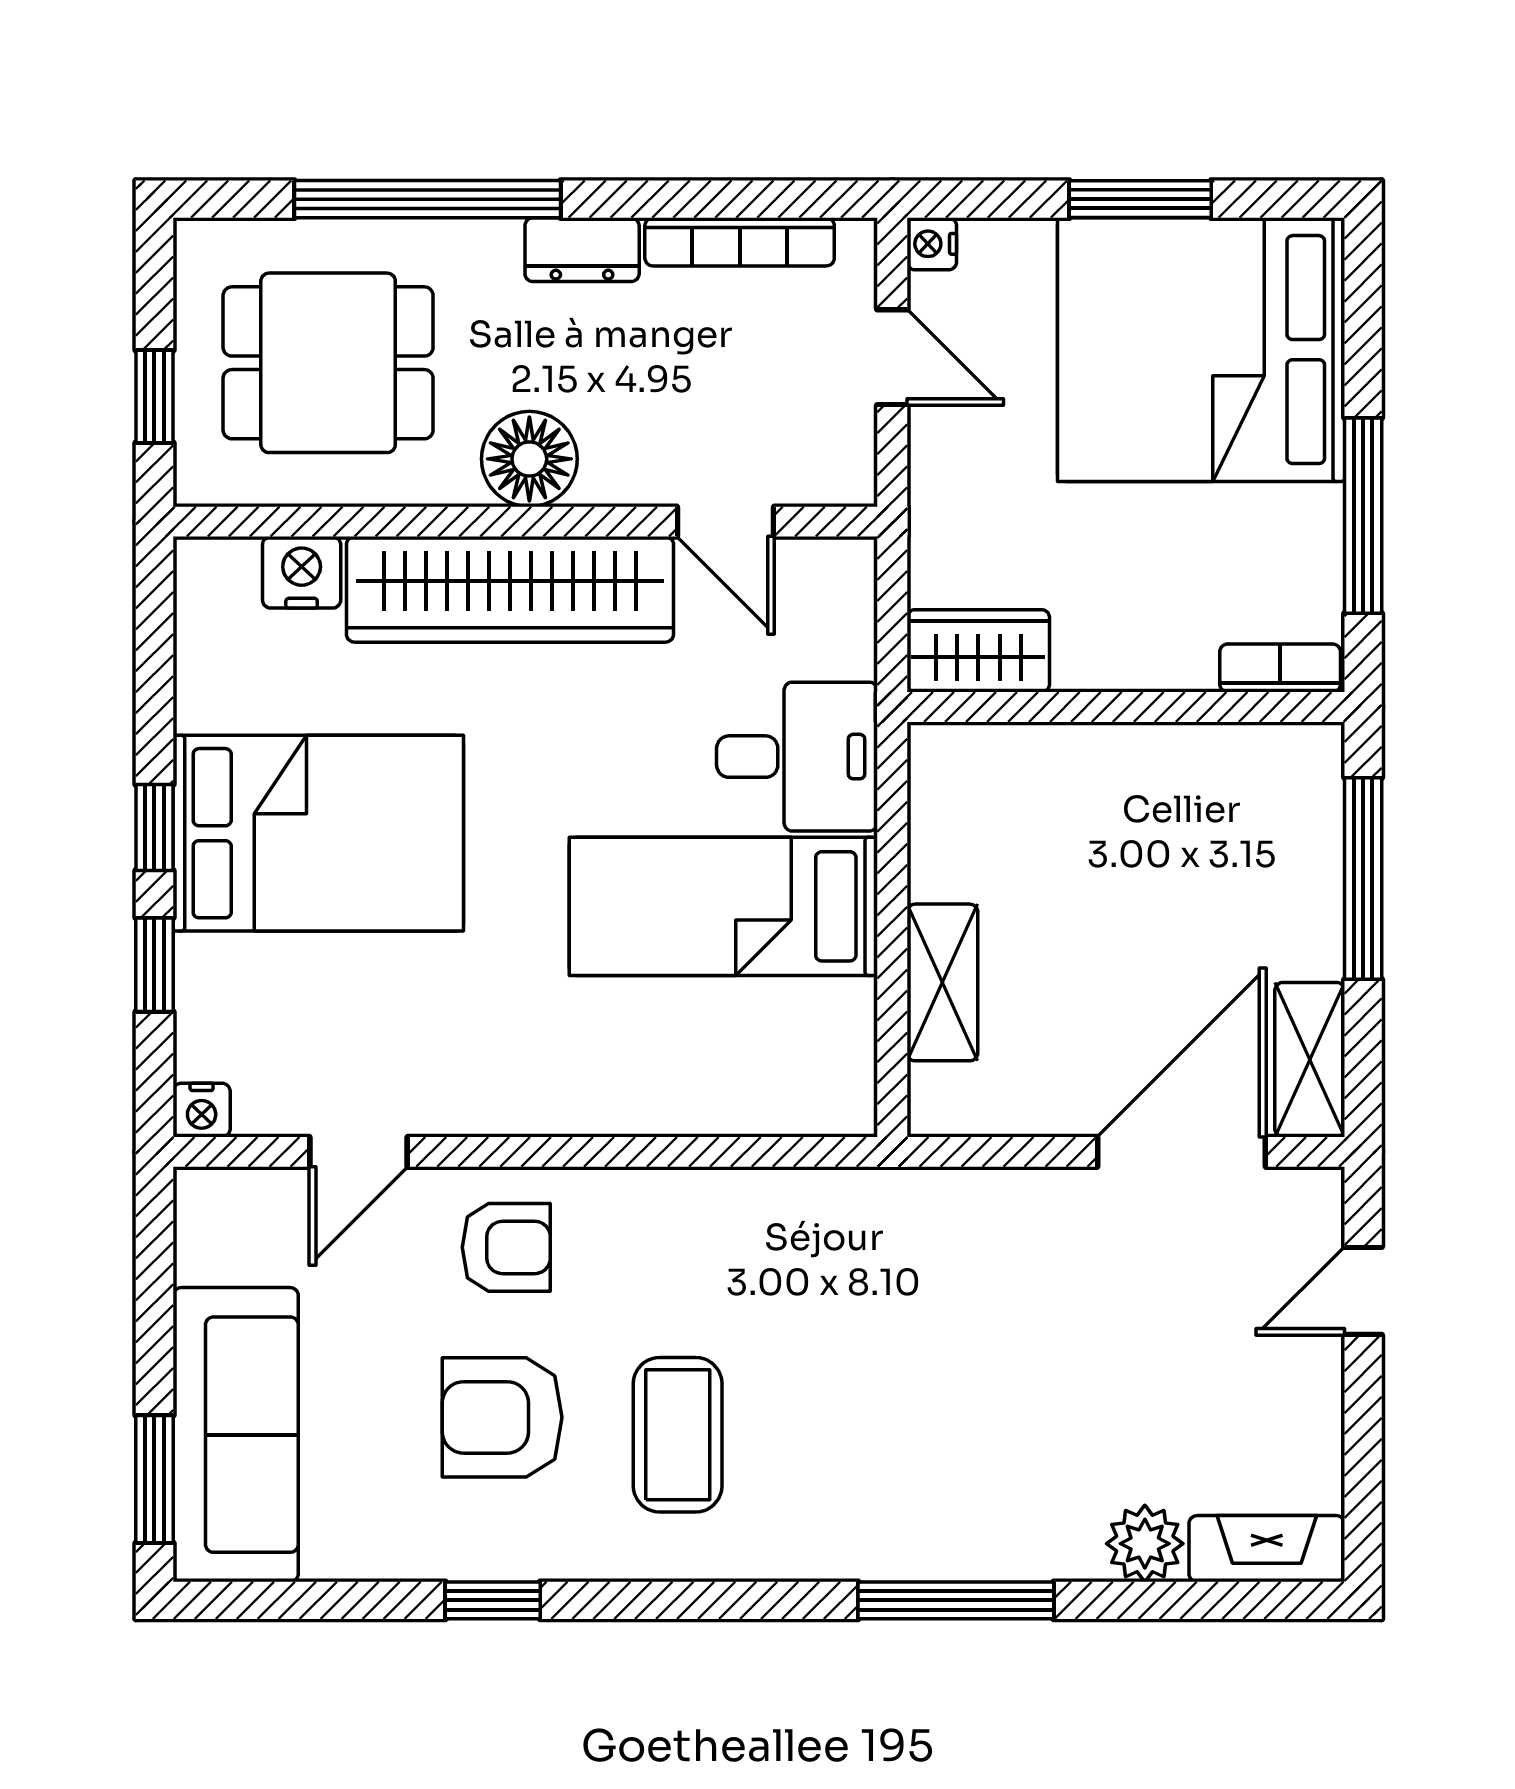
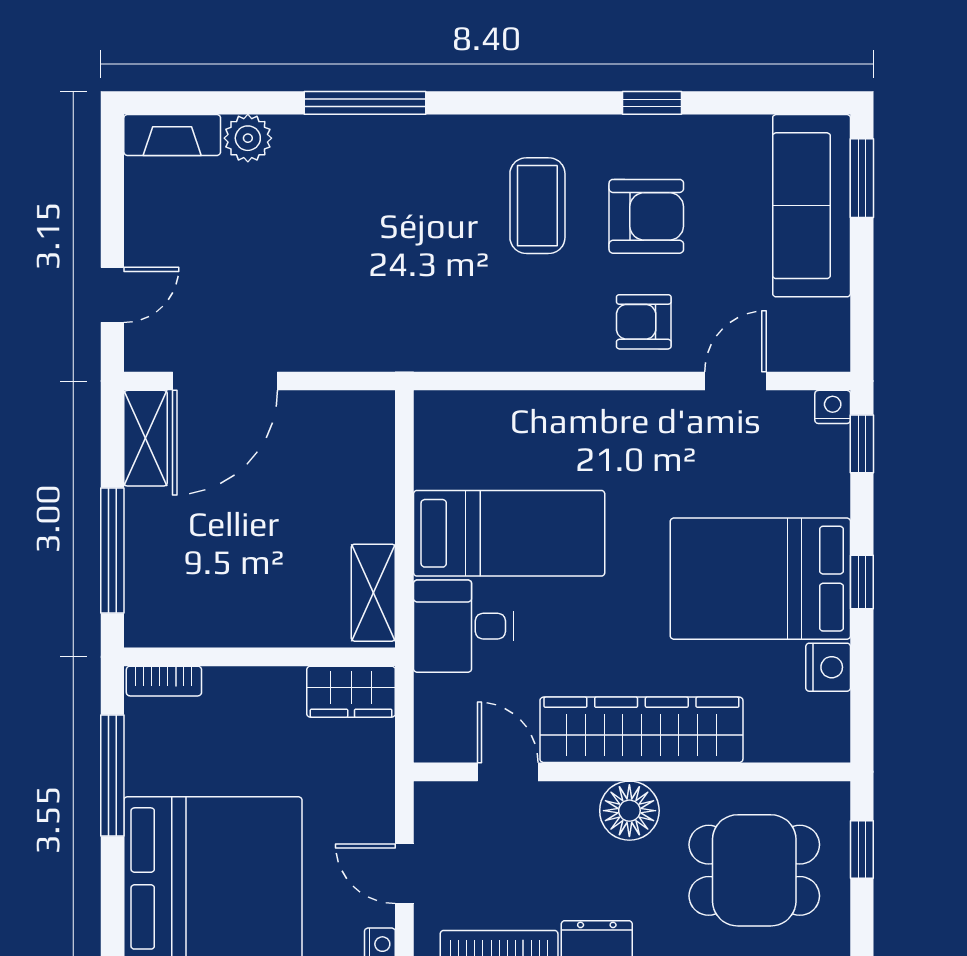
nightstand: (302, 572) -> (828, 667), moved, turned -90
window: (154, 965) -> (862, 444), moved
shelving: (942, 982) -> (373, 593), moved

